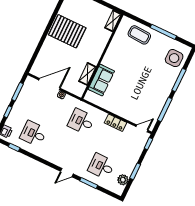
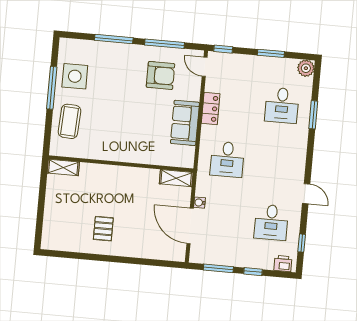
pallet: (67, 31) -> (103, 229), width x0.49, depth x0.50
side table: (174, 58) -> (75, 76), moved
shelving: (87, 74) -> (176, 178), moved
sofa: (101, 80) -> (185, 123), moved, turned -90
armchair: (147, 100) -> (161, 75), added
door: (67, 173) -> (306, 194), moved
plant: (123, 180) -> (306, 68), moved

